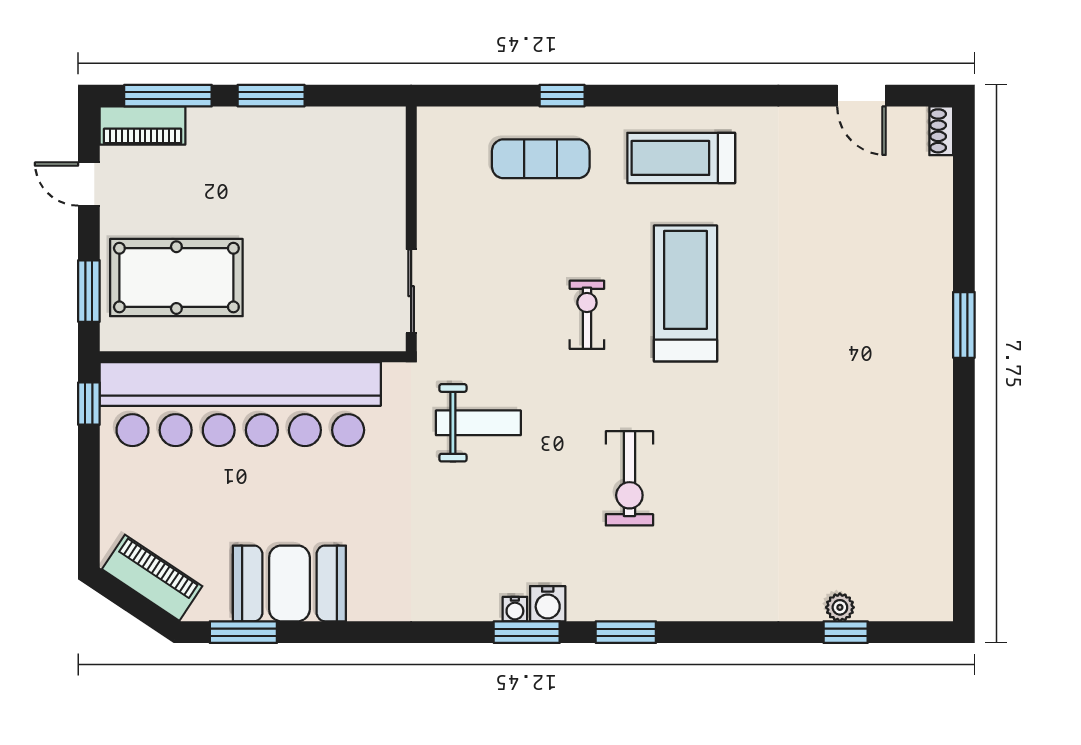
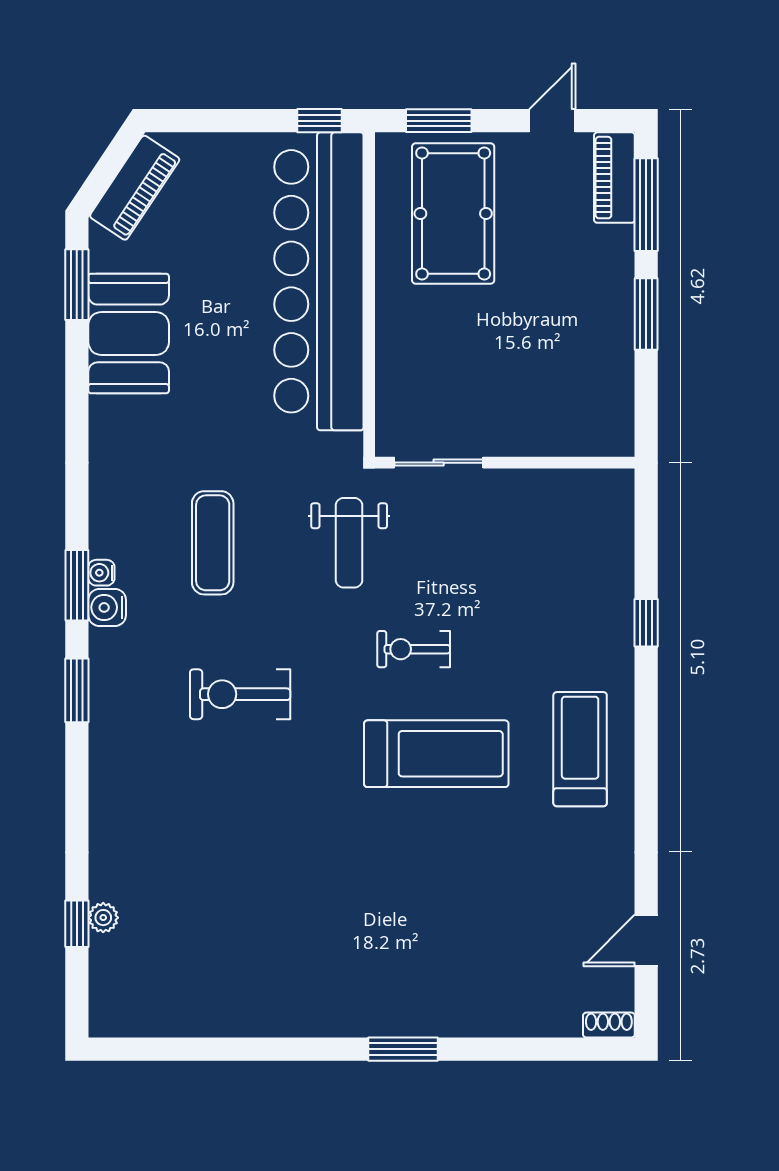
exercise mat: (541, 159) -> (213, 543), moved
exercise bike: (587, 315) -> (414, 649), turned 180
weight bench: (478, 423) -> (349, 543), moved

